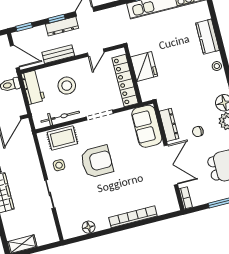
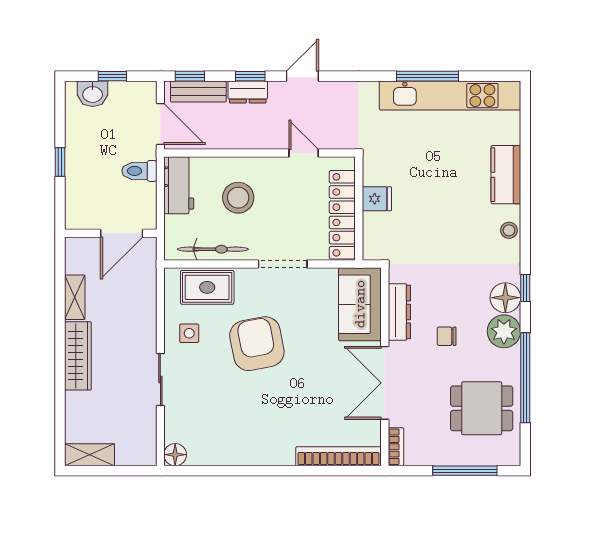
dresser: (62, 26) -> (248, 92), width x0.70
door: (96, 53) -> (304, 153), swing flipped
bench: (58, 54) -> (198, 92), moved
fridge: (144, 67) -> (377, 199), width x0.53, depth x0.75
armchair: (97, 161) -> (257, 344), turned -101
double door: (171, 165) -> (385, 383), swing flipped
bookcase: (133, 217) -> (339, 456), moved
floor lamp: (89, 227) -> (175, 455), moved

